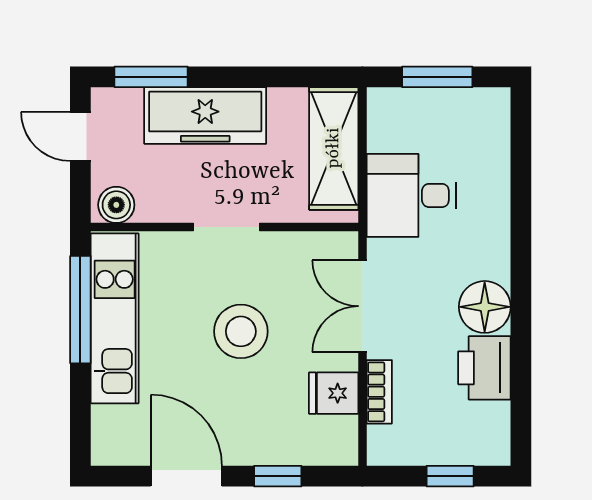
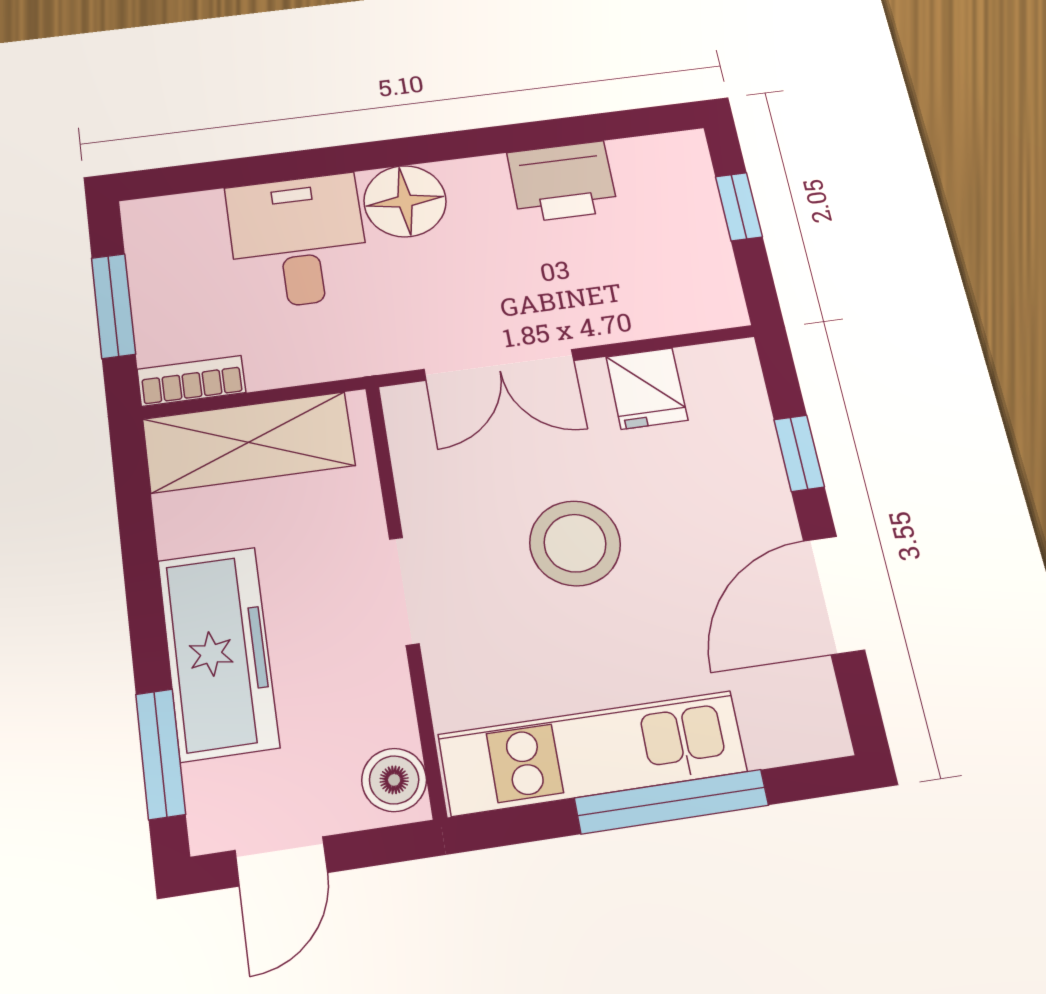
desk: (411, 195) -> (298, 241), moved, turned 180
floor lamp: (485, 307) -> (405, 201), moved
window: (80, 310) -> (671, 802), moved
bookcase: (379, 392) -> (191, 381), moved

